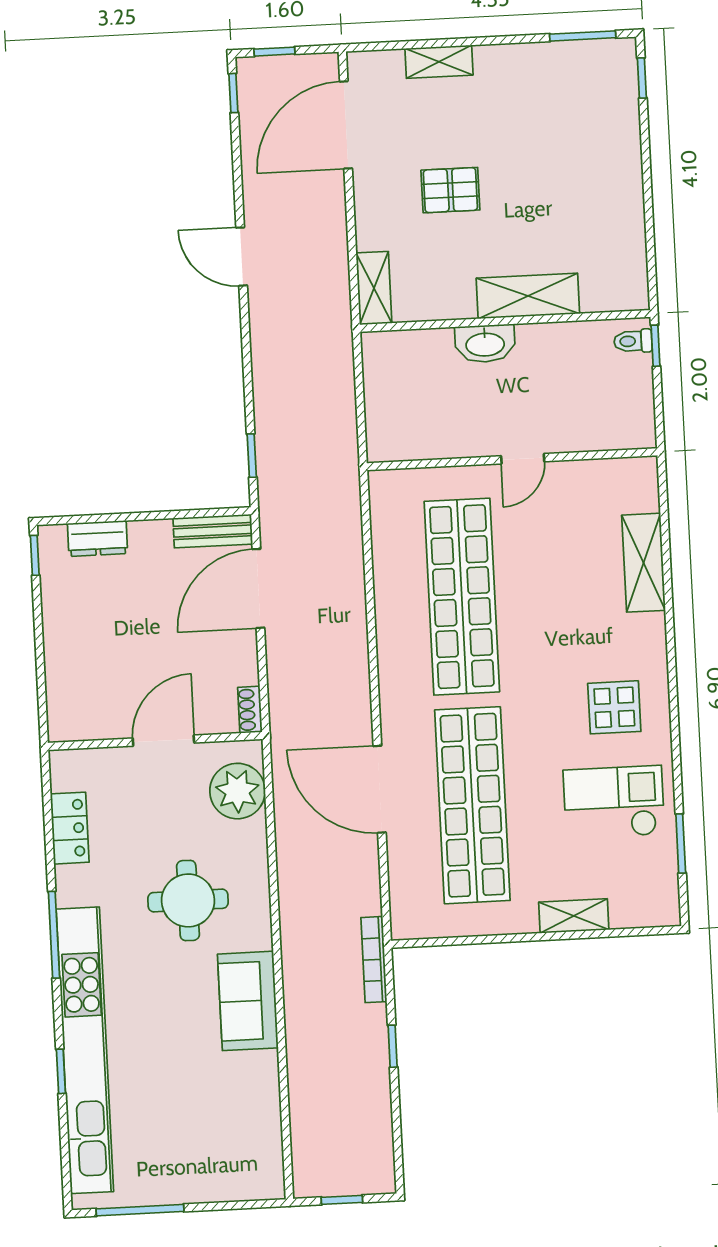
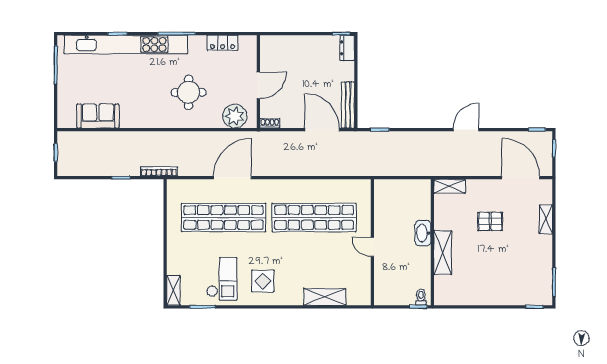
pallet: (450, 190) -> (490, 221), turned 90
bench: (213, 531) -> (348, 105), width x1.36
dresser: (98, 538) -> (347, 48), moved
door: (163, 741) -> (258, 85), hinge flipped
shelving: (574, 916) -> (173, 290), moved
sofa: (248, 1001) -> (98, 116), moved

